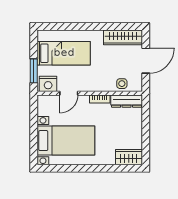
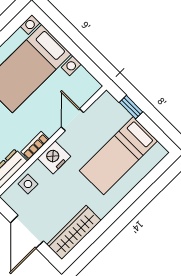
window: (34, 71) -> (131, 107), width x0.67
nightstand: (48, 84) -> (54, 157), moved

